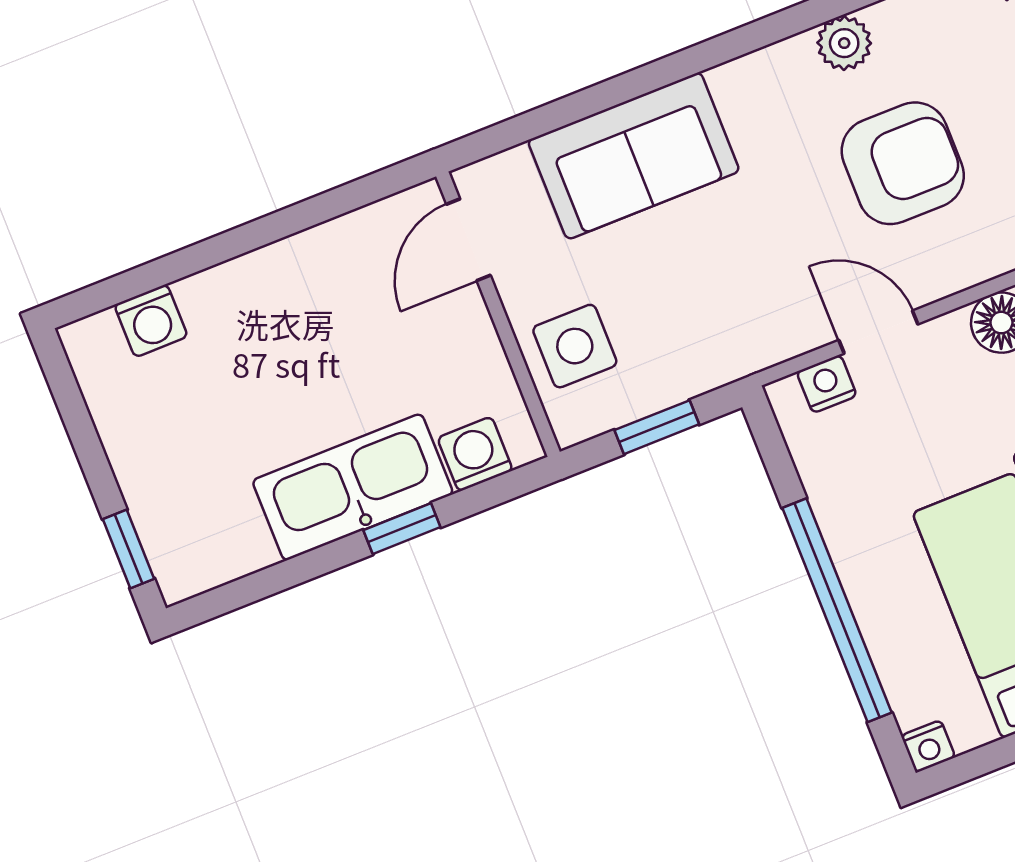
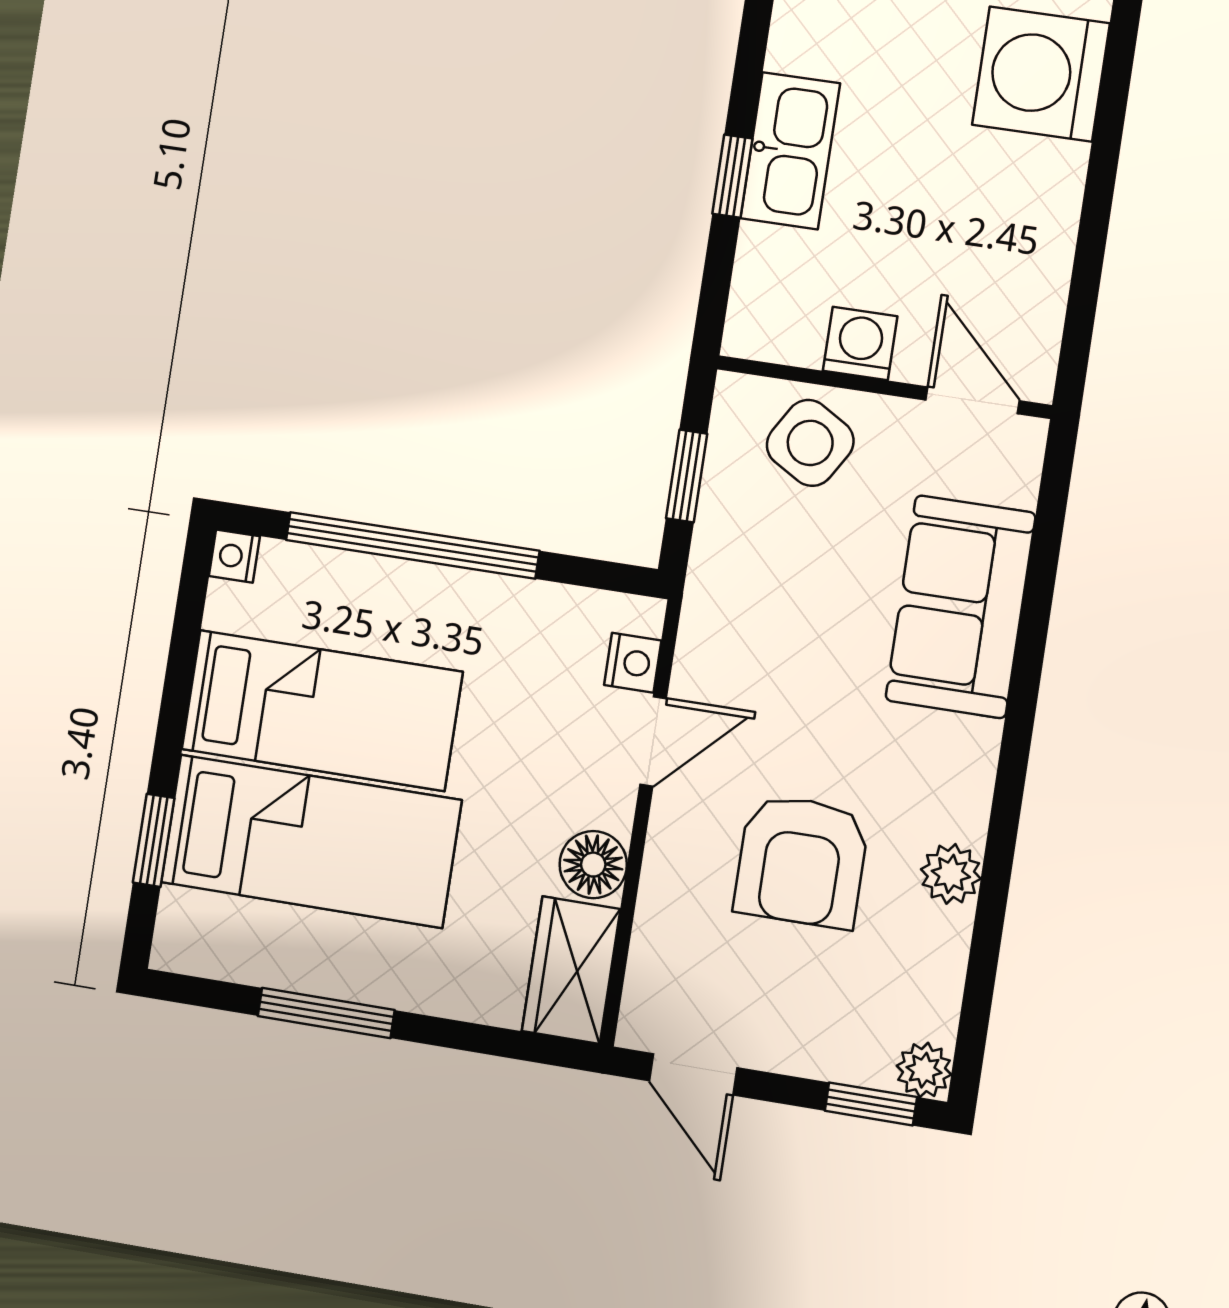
washing machine: (151, 321) -> (1041, 74), width x1.89, depth x1.89
side table: (575, 346) -> (810, 443), turned 31
washing machine: (475, 454) -> (860, 343), moved, turned -90
kitchen sink: (353, 487) -> (790, 151), width x0.73, depth x0.81

